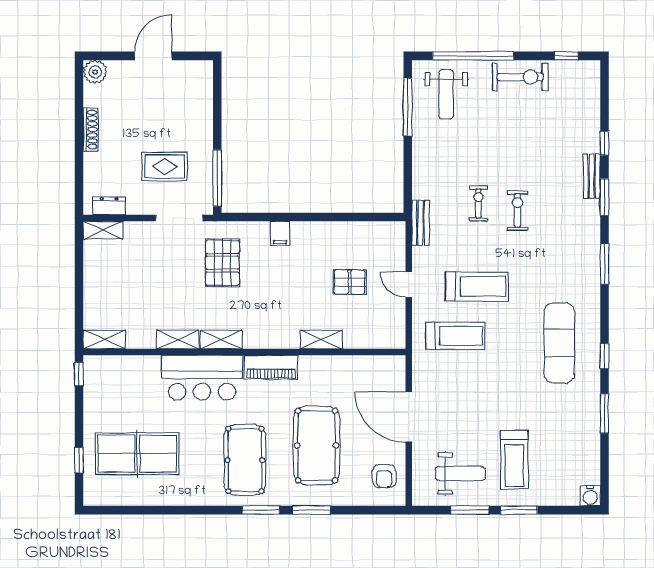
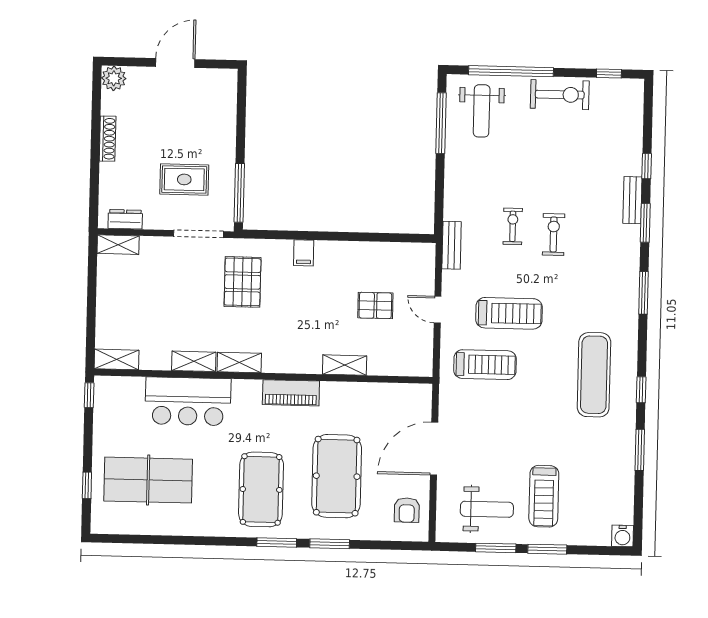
bar counter: (202, 378) -> (188, 401), moved
door: (409, 417) -> (434, 449), hinge flipped

